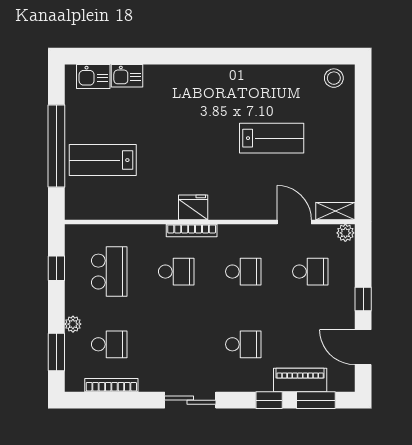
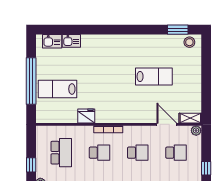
window: (313, 56) -> (178, 30), added
fridge: (193, 207) -> (86, 116), moved
window: (56, 268) -> (31, 165), moved

